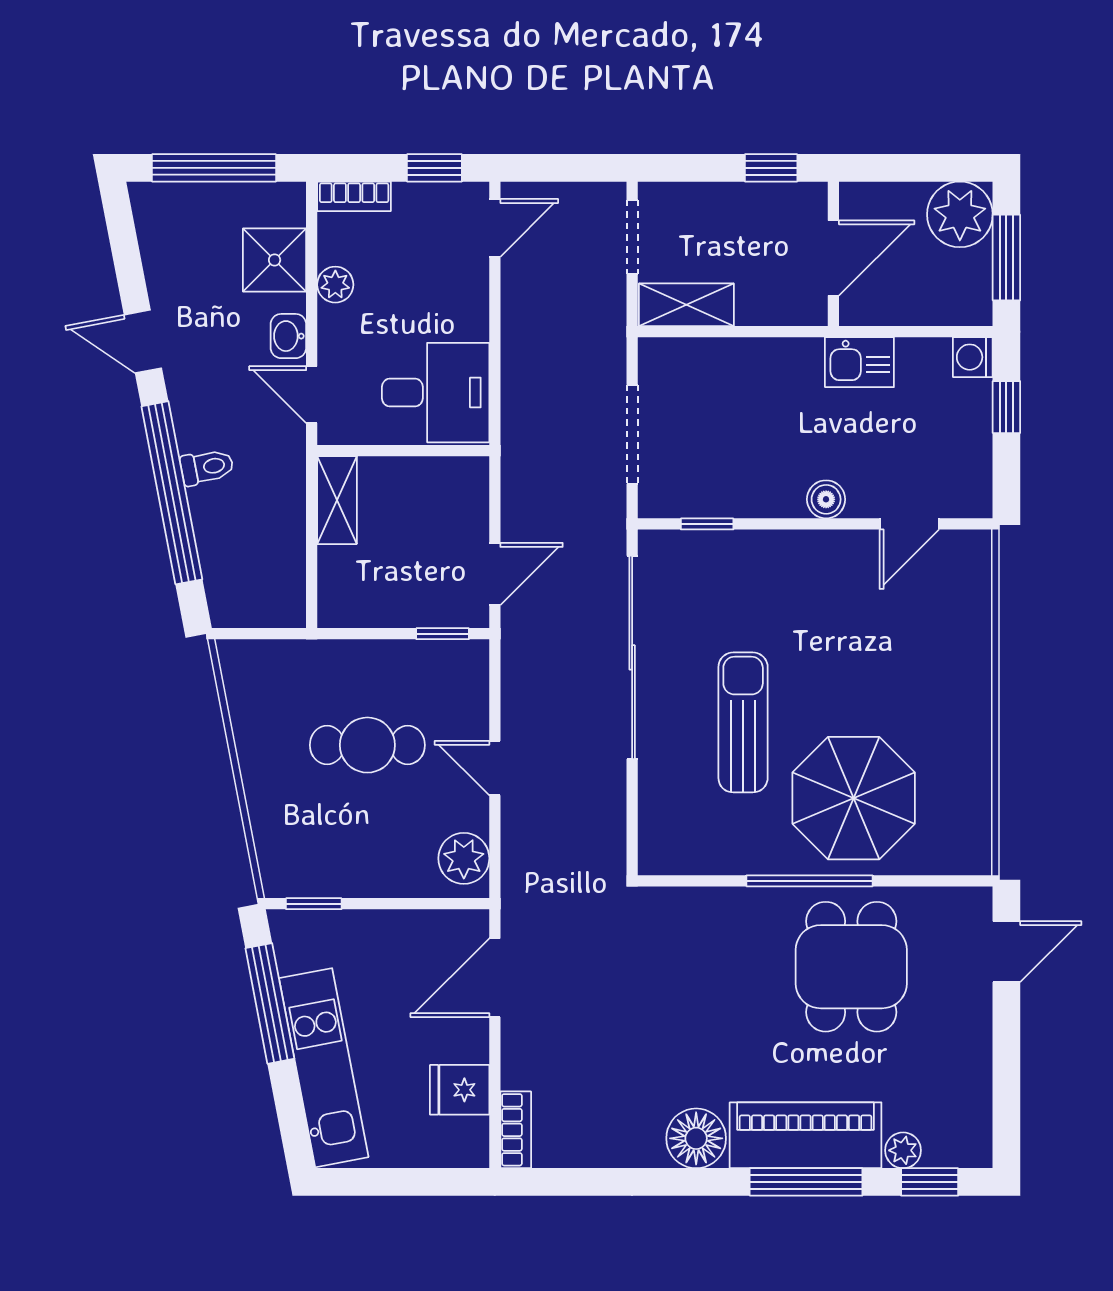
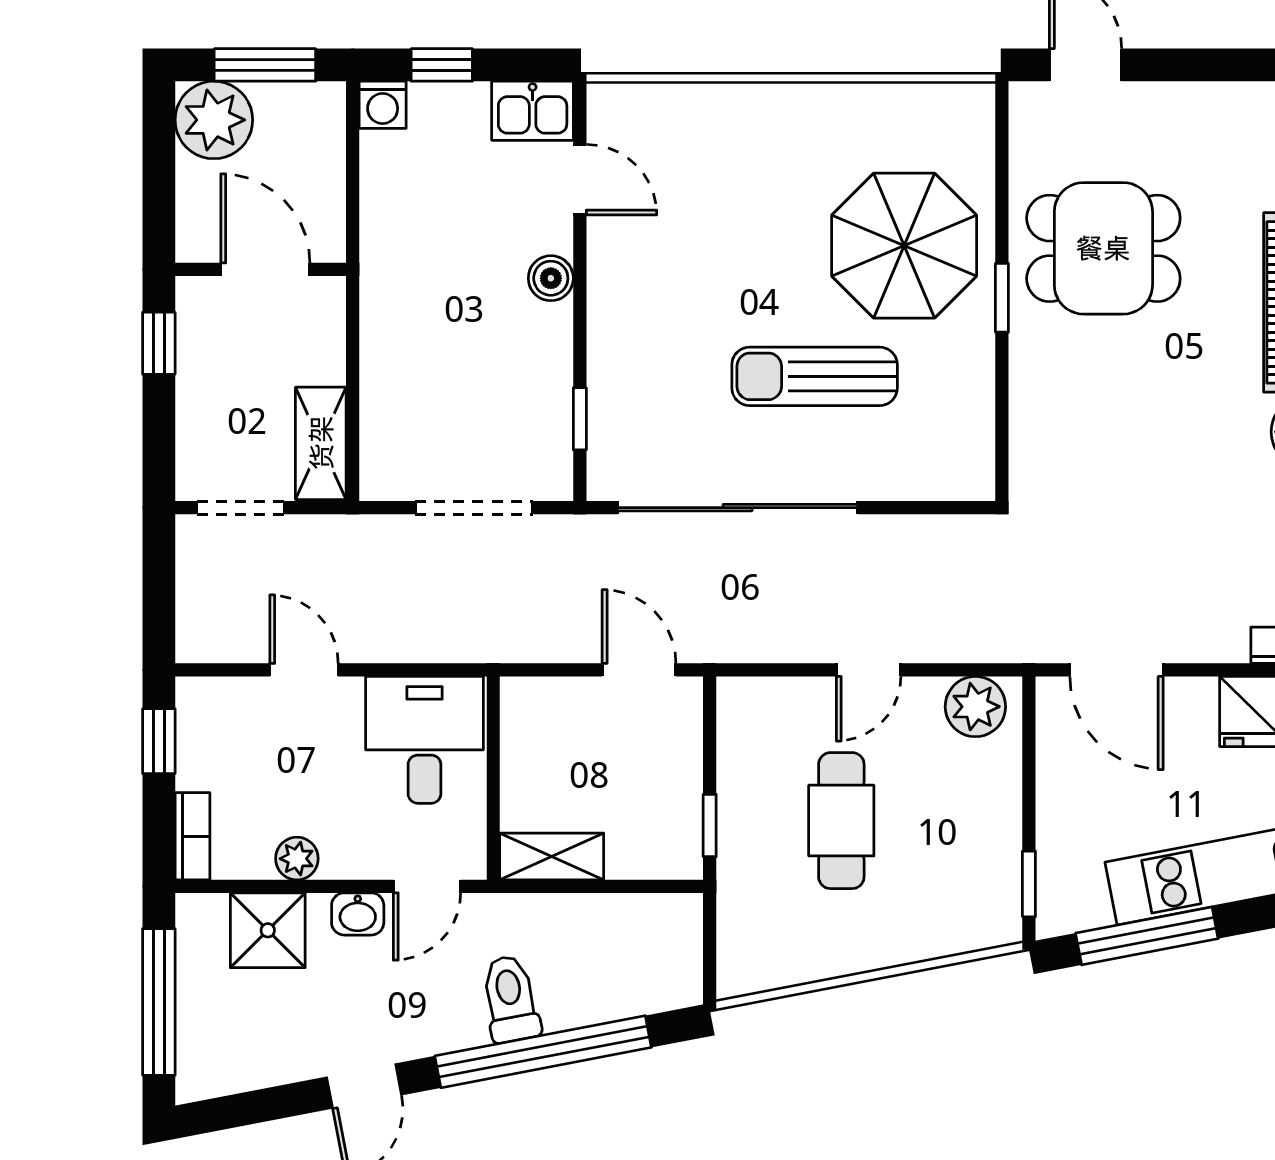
door: (495, 228) -> (304, 670), moved
kitchen sink: (859, 362) -> (533, 111), moved, turned 90
toilet: (207, 467) -> (510, 999), width x1.37, depth x1.39
window: (443, 634) -> (710, 825), moved
window: (810, 881) -> (1002, 298), width x0.46

